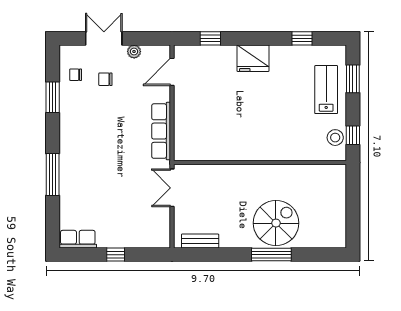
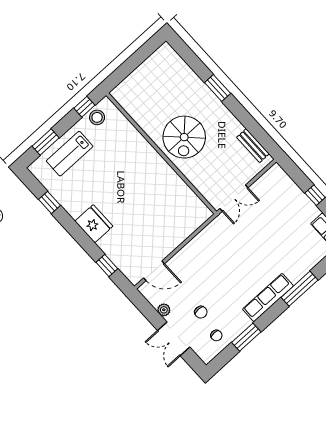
row of seats: (161, 131) -> (268, 298), moved, turned 180
spiral stairs: (276, 223) -> (184, 137), moved, turned -90
window: (271, 255) -> (218, 88), width x0.69

